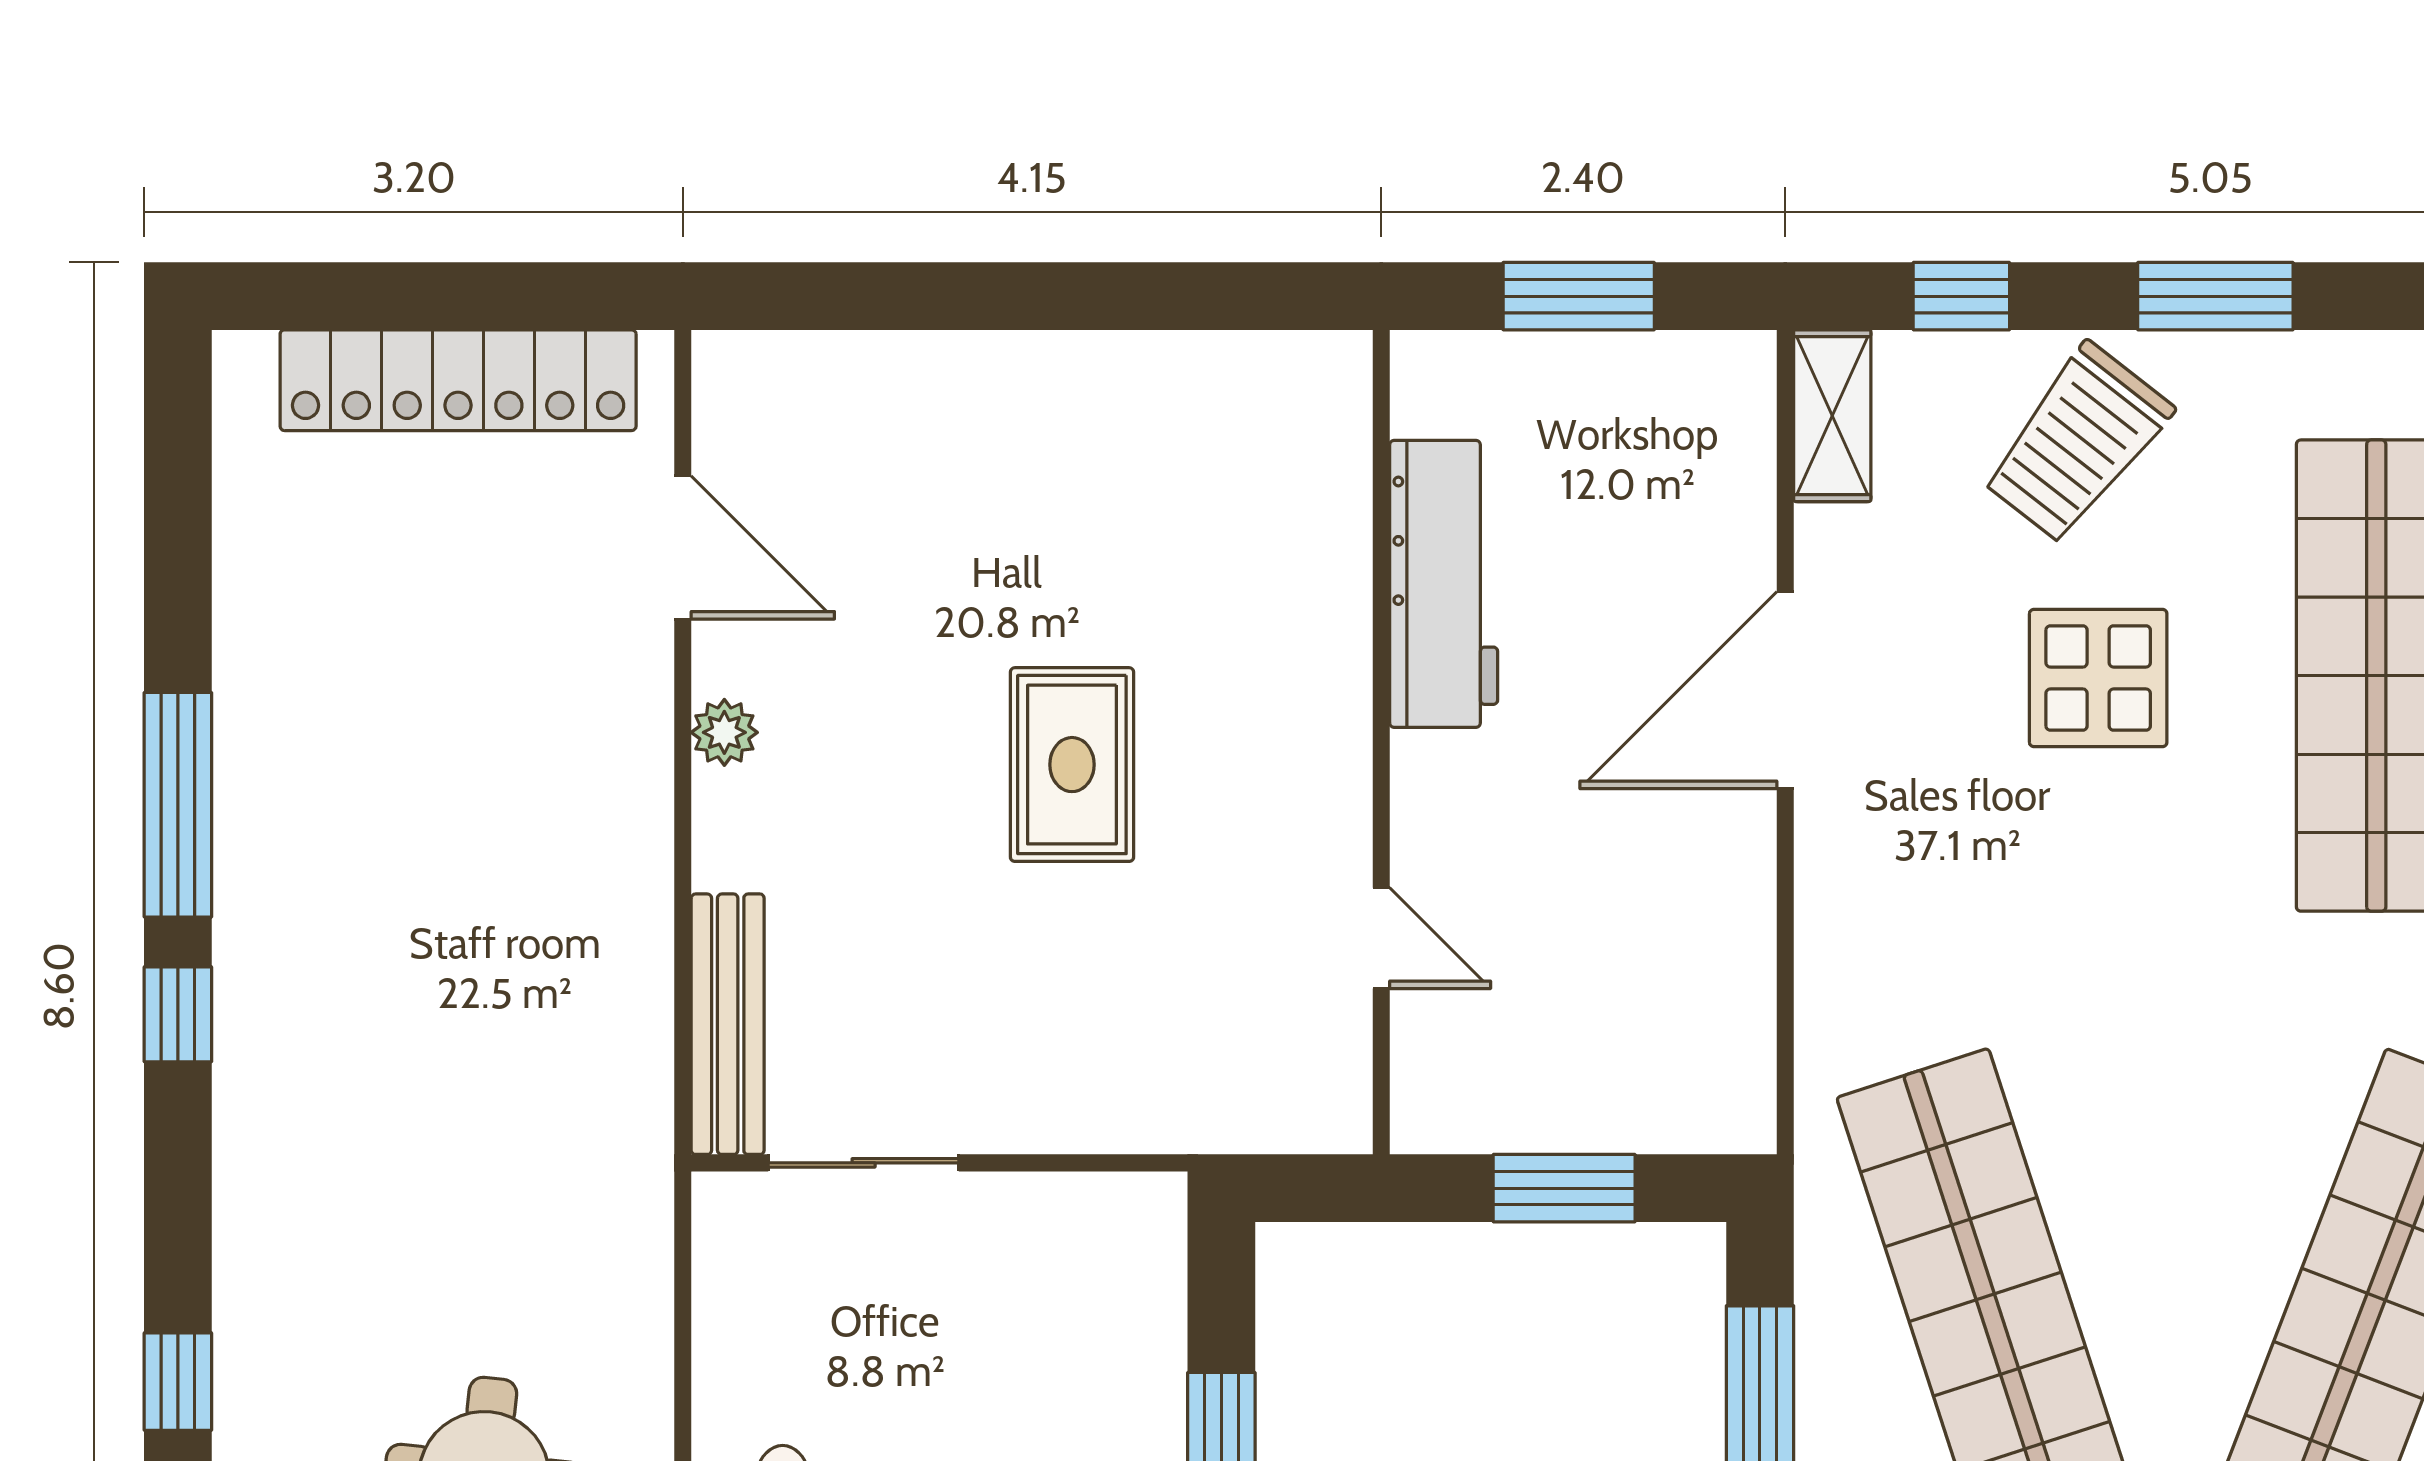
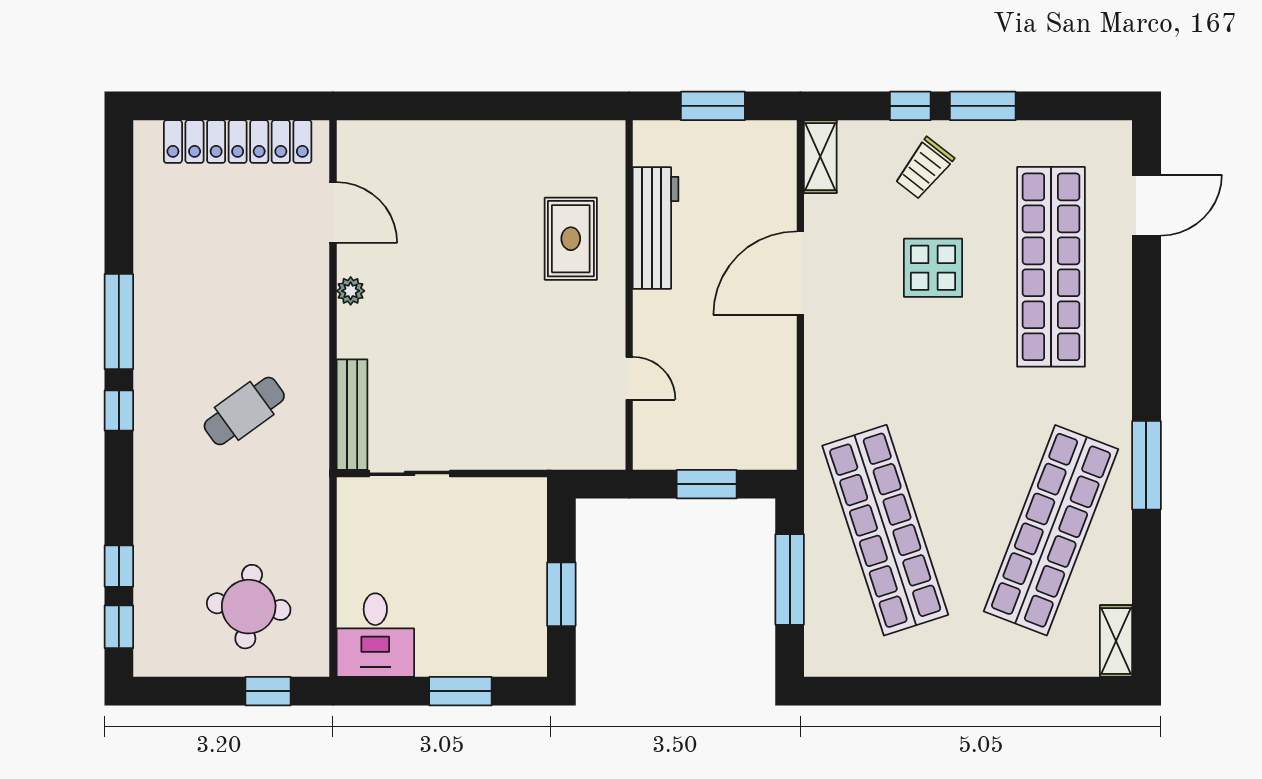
window: (1961, 296) -> (910, 106), moved
trolley: (2077, 444) -> (924, 168), width x0.73, depth x0.72
rug: (1072, 765) -> (571, 239), moved
cafe table: (474, 1016) -> (244, 411), added

